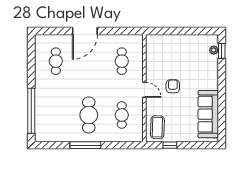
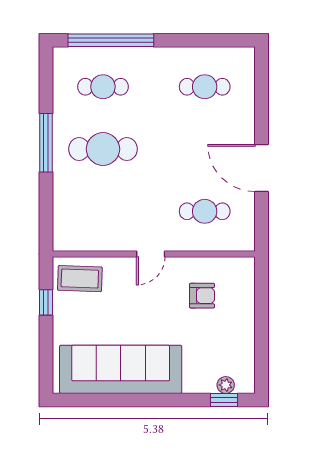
door: (85, 31) -> (262, 168), moved
armchair: (173, 86) -> (202, 296), moved
sofa: (208, 114) -> (121, 369), width x1.36, depth x1.27
cafe table: (122, 115) -> (103, 87), moved

